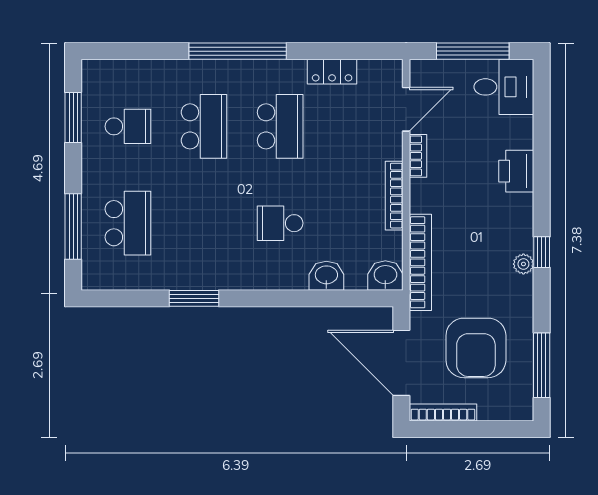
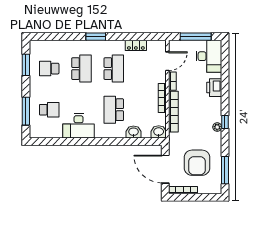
window: (238, 51) -> (96, 37), width x0.47
desk: (504, 87) -> (209, 56), width x1.37
school desk: (128, 126) -> (49, 69), turned 180
school desk: (128, 223) -> (49, 110), width x0.54
school desk: (280, 223) -> (114, 110), width x1.85
desk: (197, 261) -> (79, 126), added
bookcase: (420, 262) -> (173, 112), moved
window: (194, 298) -> (77, 142), removed

